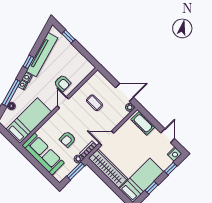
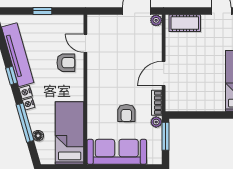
window: (68, 36) -> (42, 11), moved
door: (63, 102) -> (85, 43), moved
coffee table: (94, 103) -> (117, 51), removed
wardrobe: (108, 168) -> (195, 102), removed

